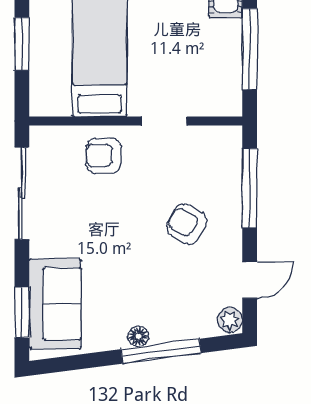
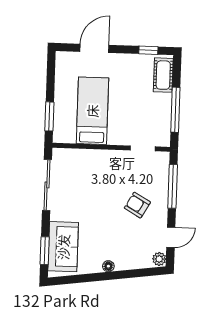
window: (22, 44) -> (49, 116), moved
doorway: (164, 121) -> (143, 148), moved
armchair: (103, 155) -> (93, 166), removed
window: (161, 351) -> (121, 275), removed

